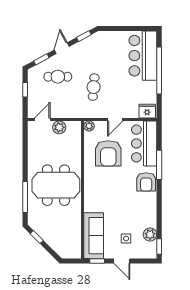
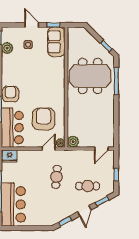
door: (115, 119) -> (49, 149), moved
plant: (59, 127) -> (73, 142), moved
meeting table: (56, 185) -> (90, 76), moved
sofa: (94, 236) -> (56, 42), width x0.73

